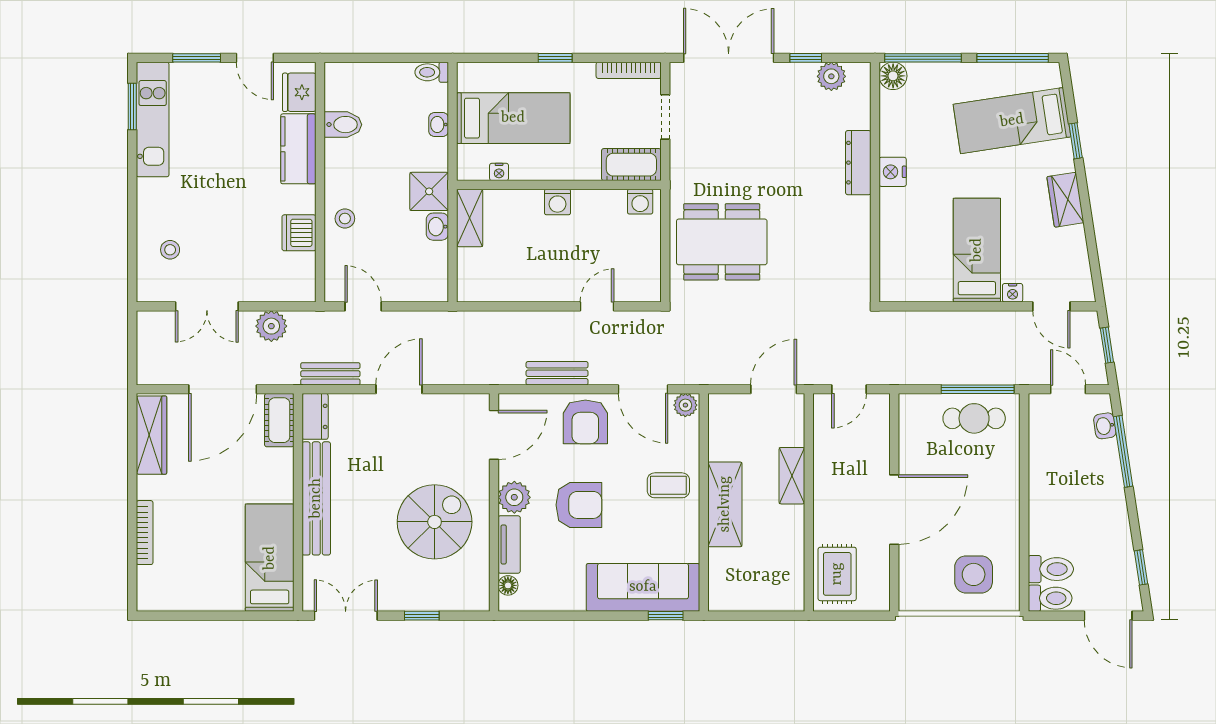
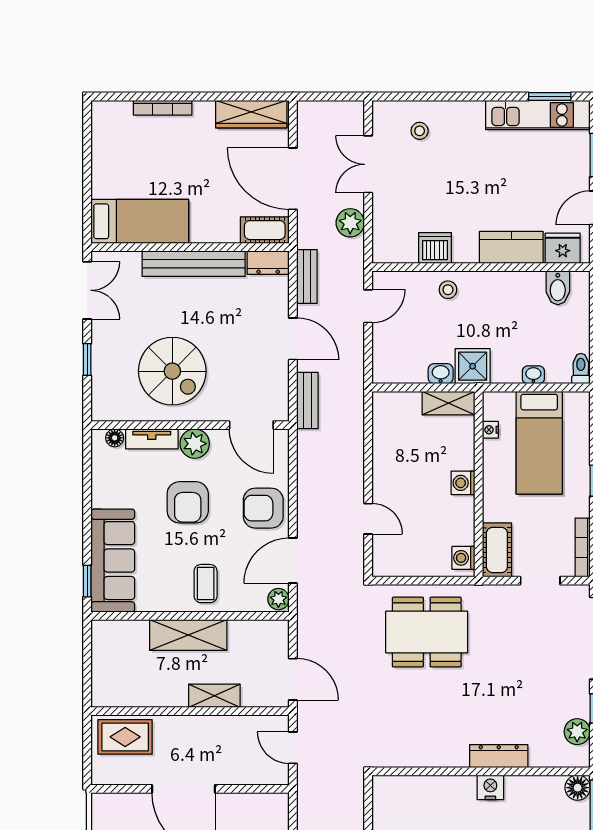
bidet: (343, 125) -> (558, 288), moved
dining table: (722, 242) -> (427, 632), turned 90
bench: (557, 373) -> (307, 401), moved

